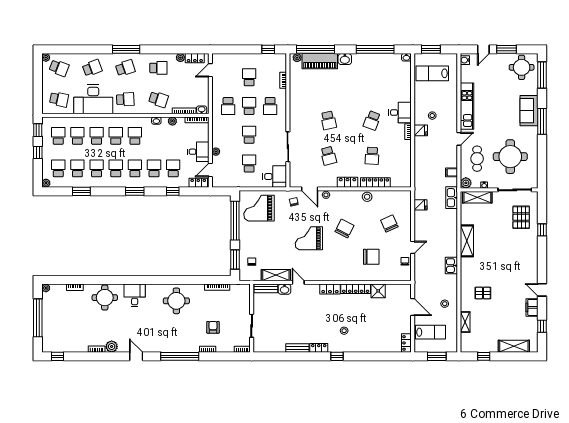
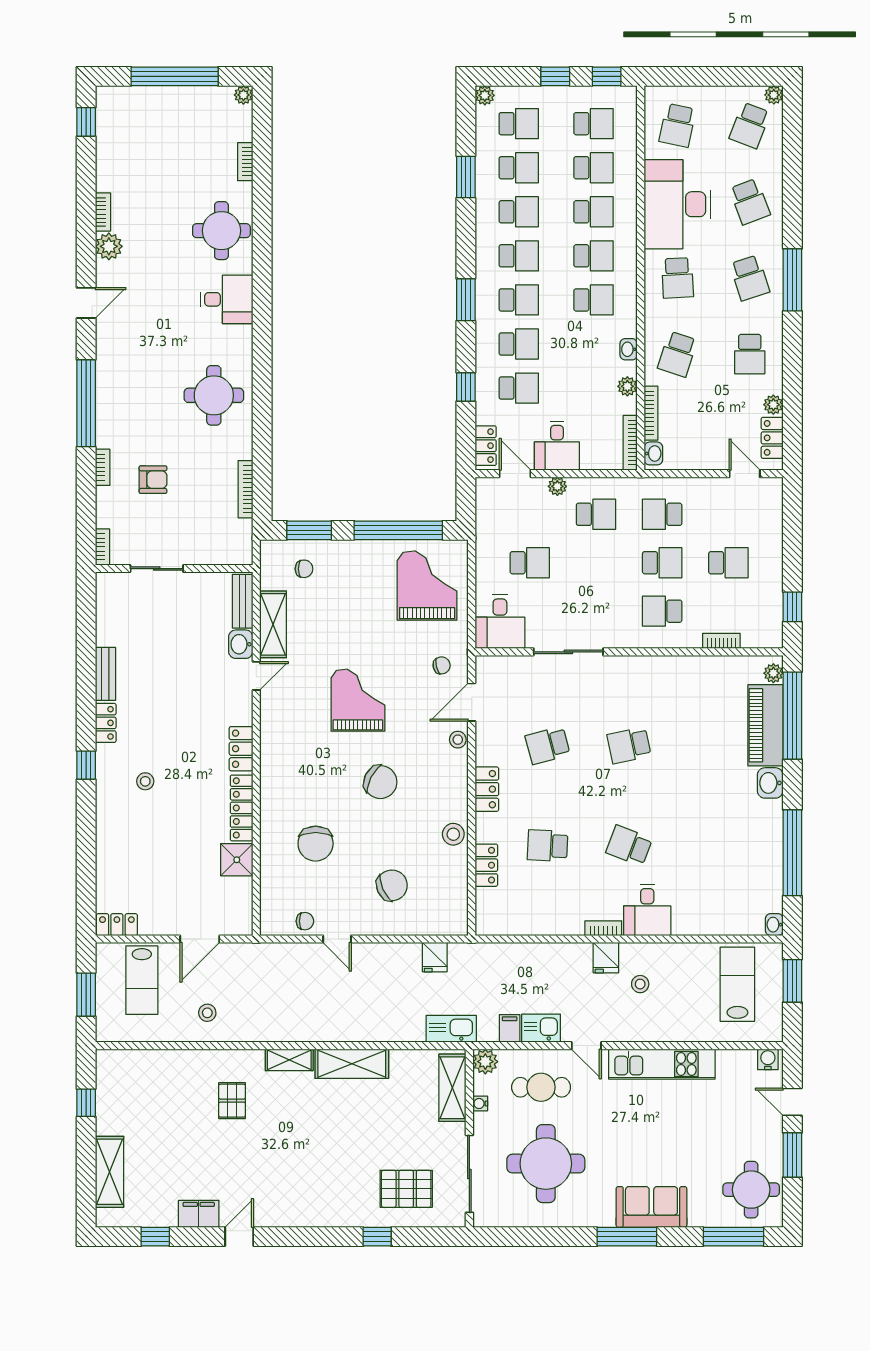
school desk: (249, 135) -> (596, 514), moved
locker: (375, 182) -> (486, 865), width x0.66
kitchen sink: (451, 266) -> (541, 1028), moved
shelving: (465, 322) -> (289, 1060), moved

